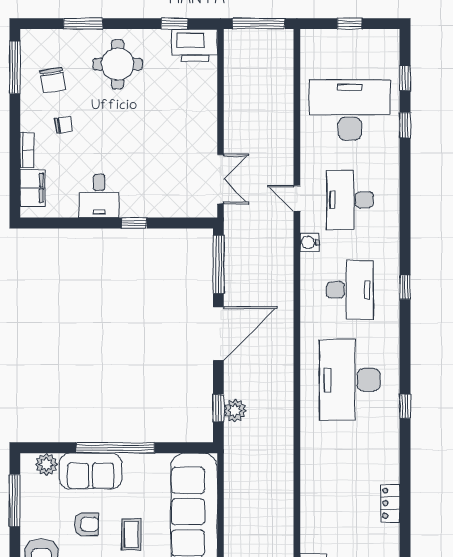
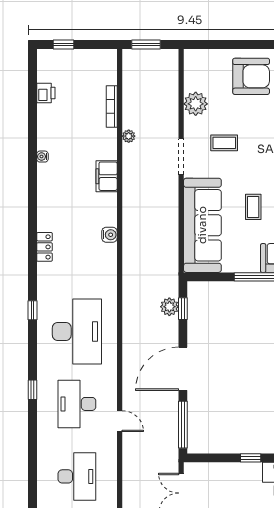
door: (297, 199) -> (120, 421), moved
water cooler: (310, 242) -> (109, 235), moved
window: (405, 287) -> (32, 390), moved
locker: (390, 503) -> (44, 247), moved

